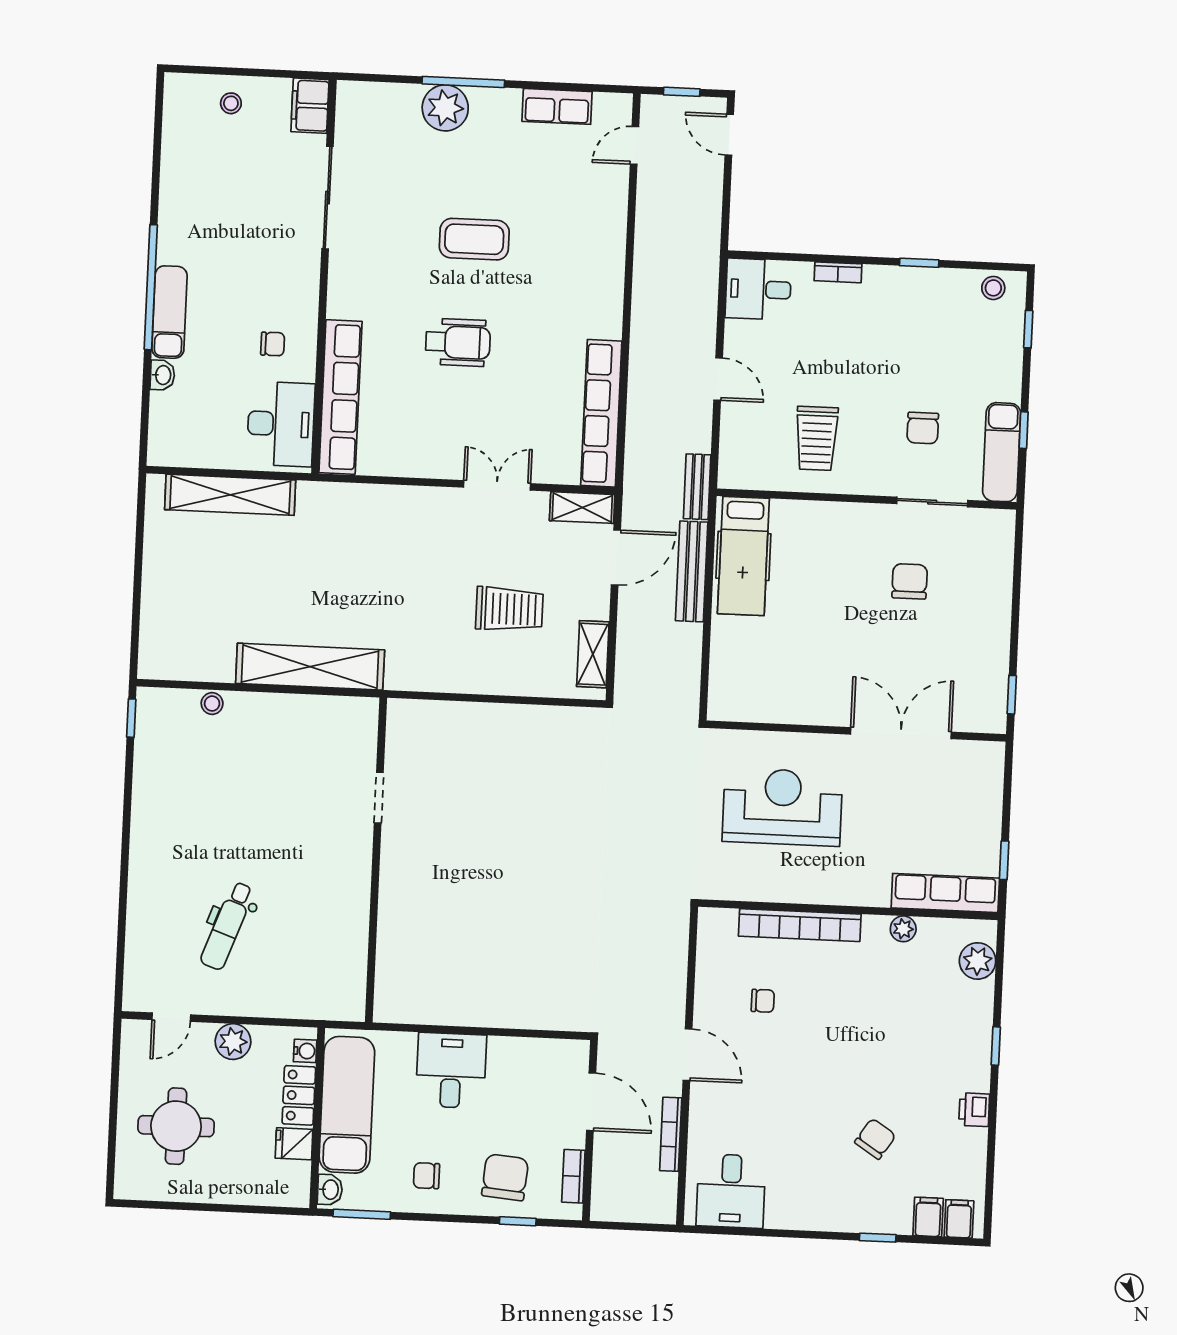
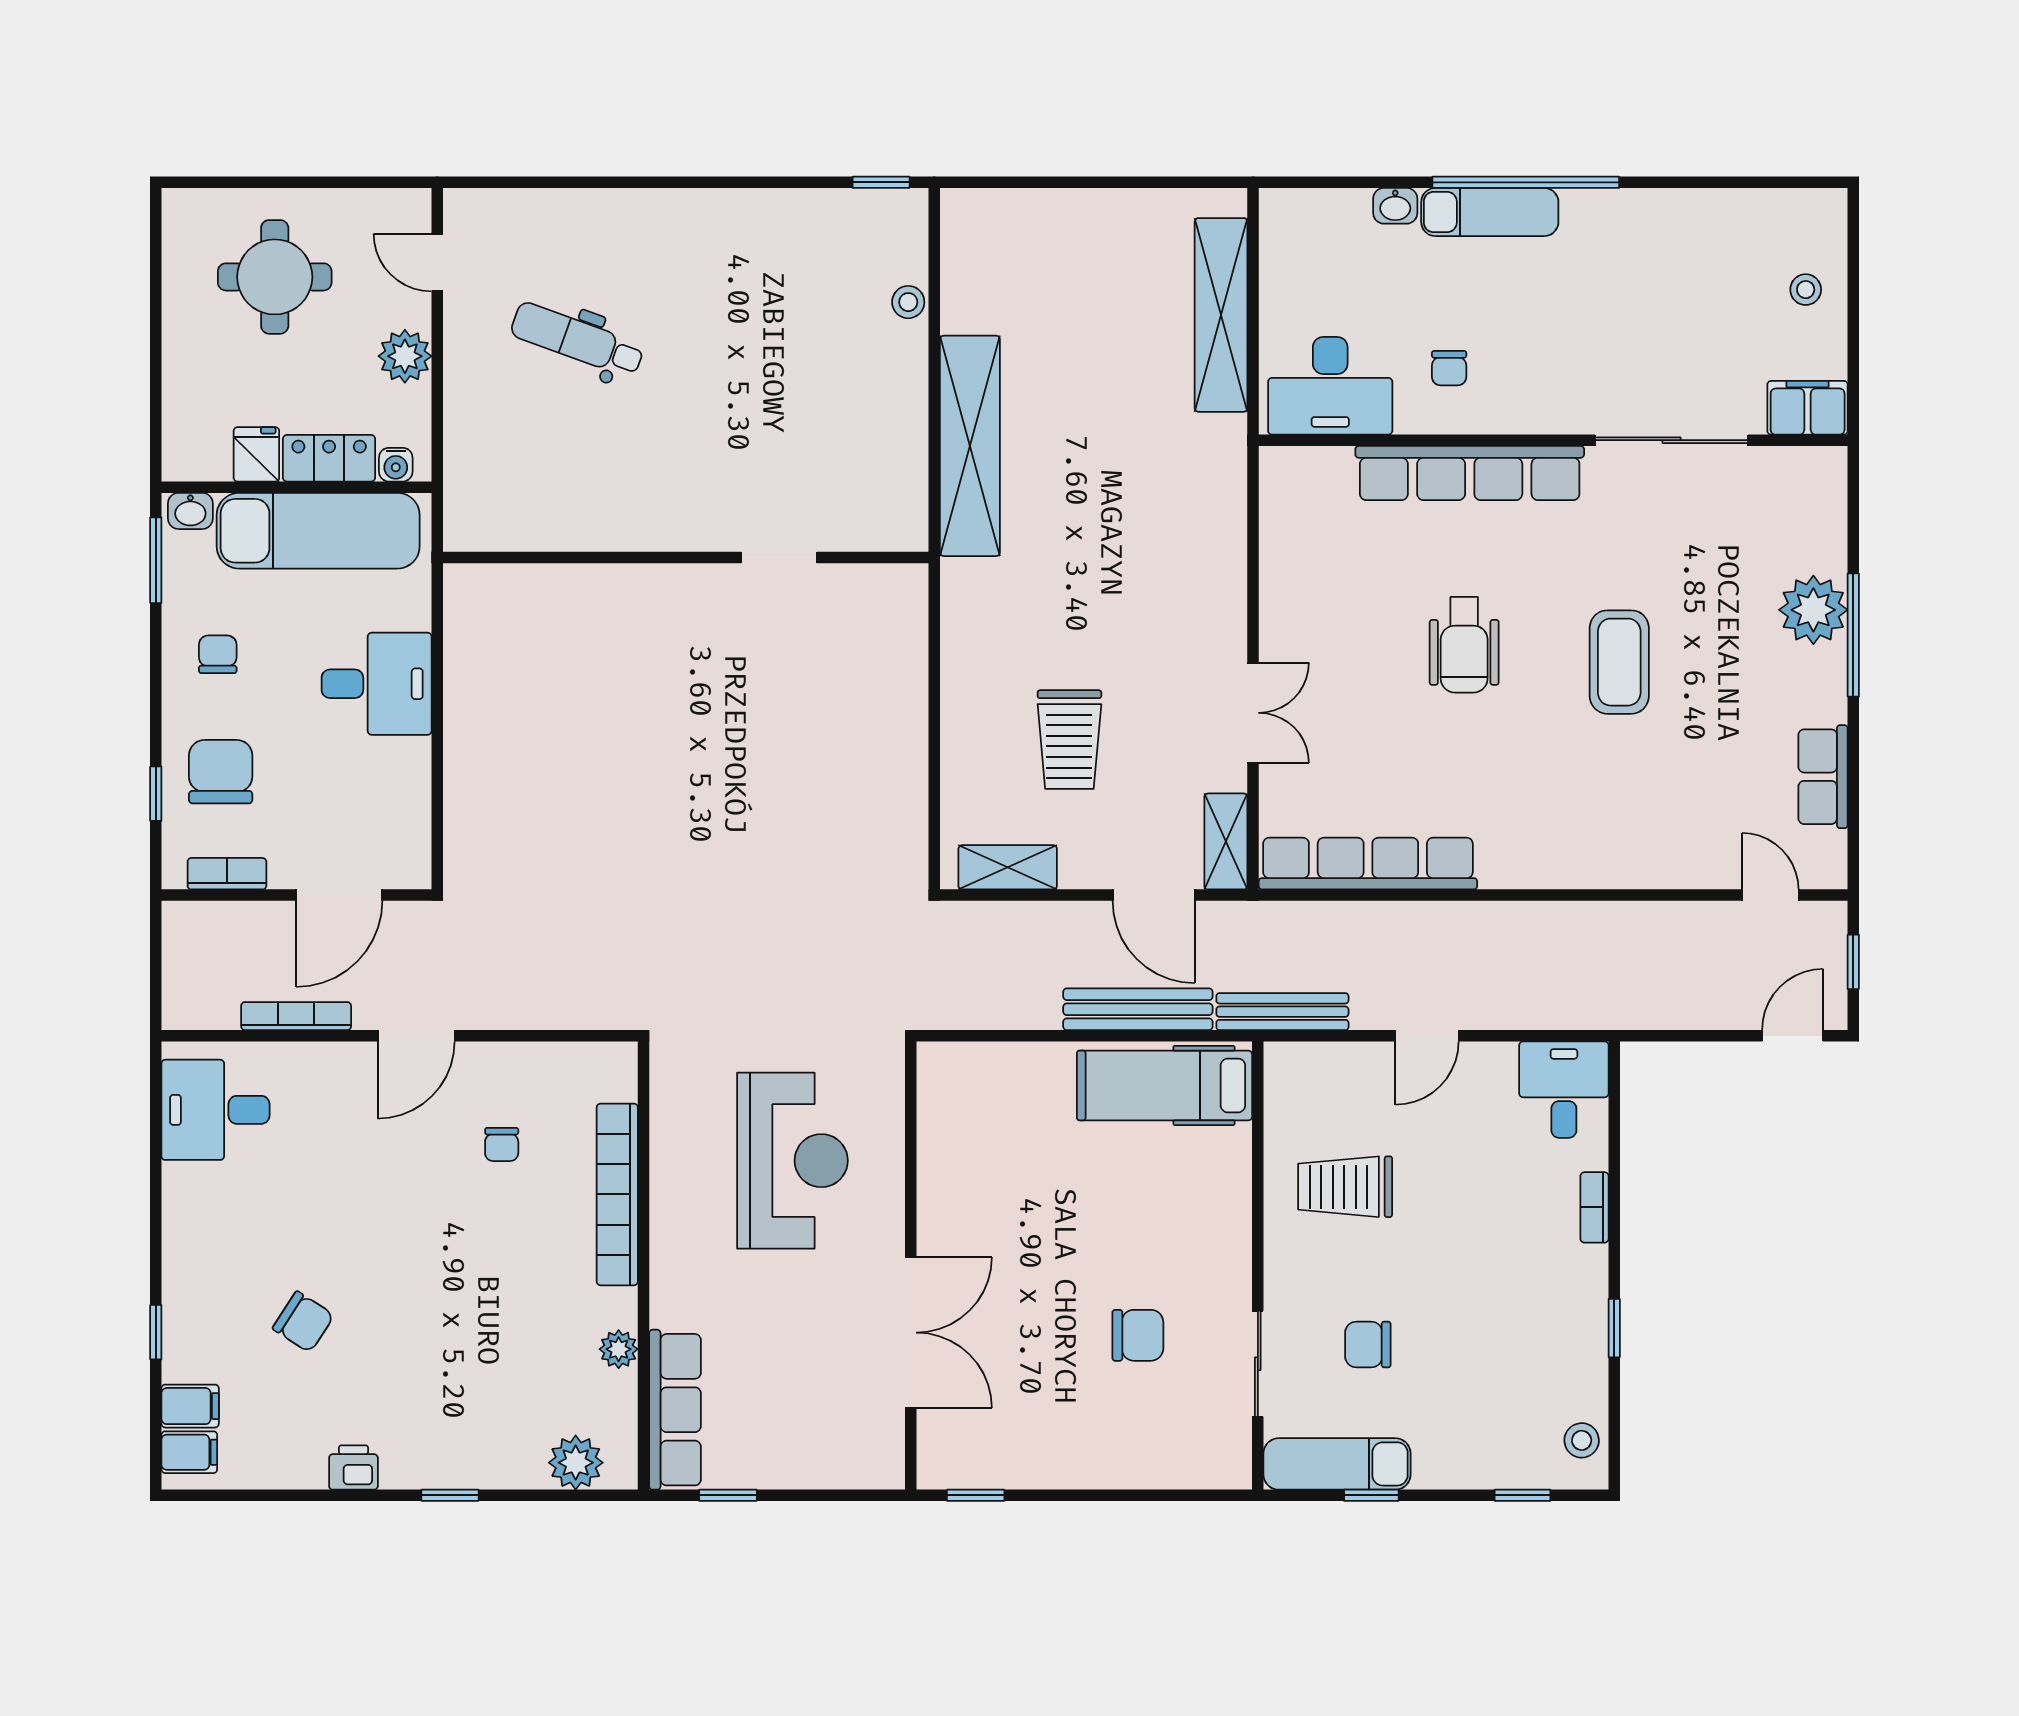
row of seats: (340, 397) -> (1470, 473), moved
bench: (697, 487) -> (1282, 1012), width x1.36
chair: (505, 1177) -> (221, 772), turned -95

